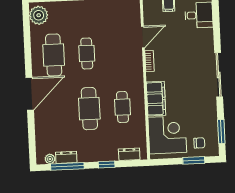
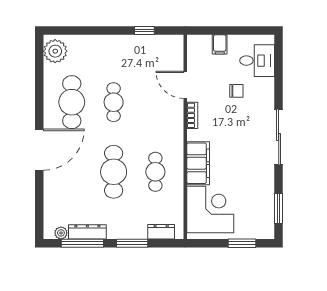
door: (143, 37) -> (185, 85), swing flipped
chair: (199, 143) -> (236, 91), moved
dresser: (66, 157) -> (87, 232), width x1.44
window: (107, 165) -> (132, 243), width x1.50

